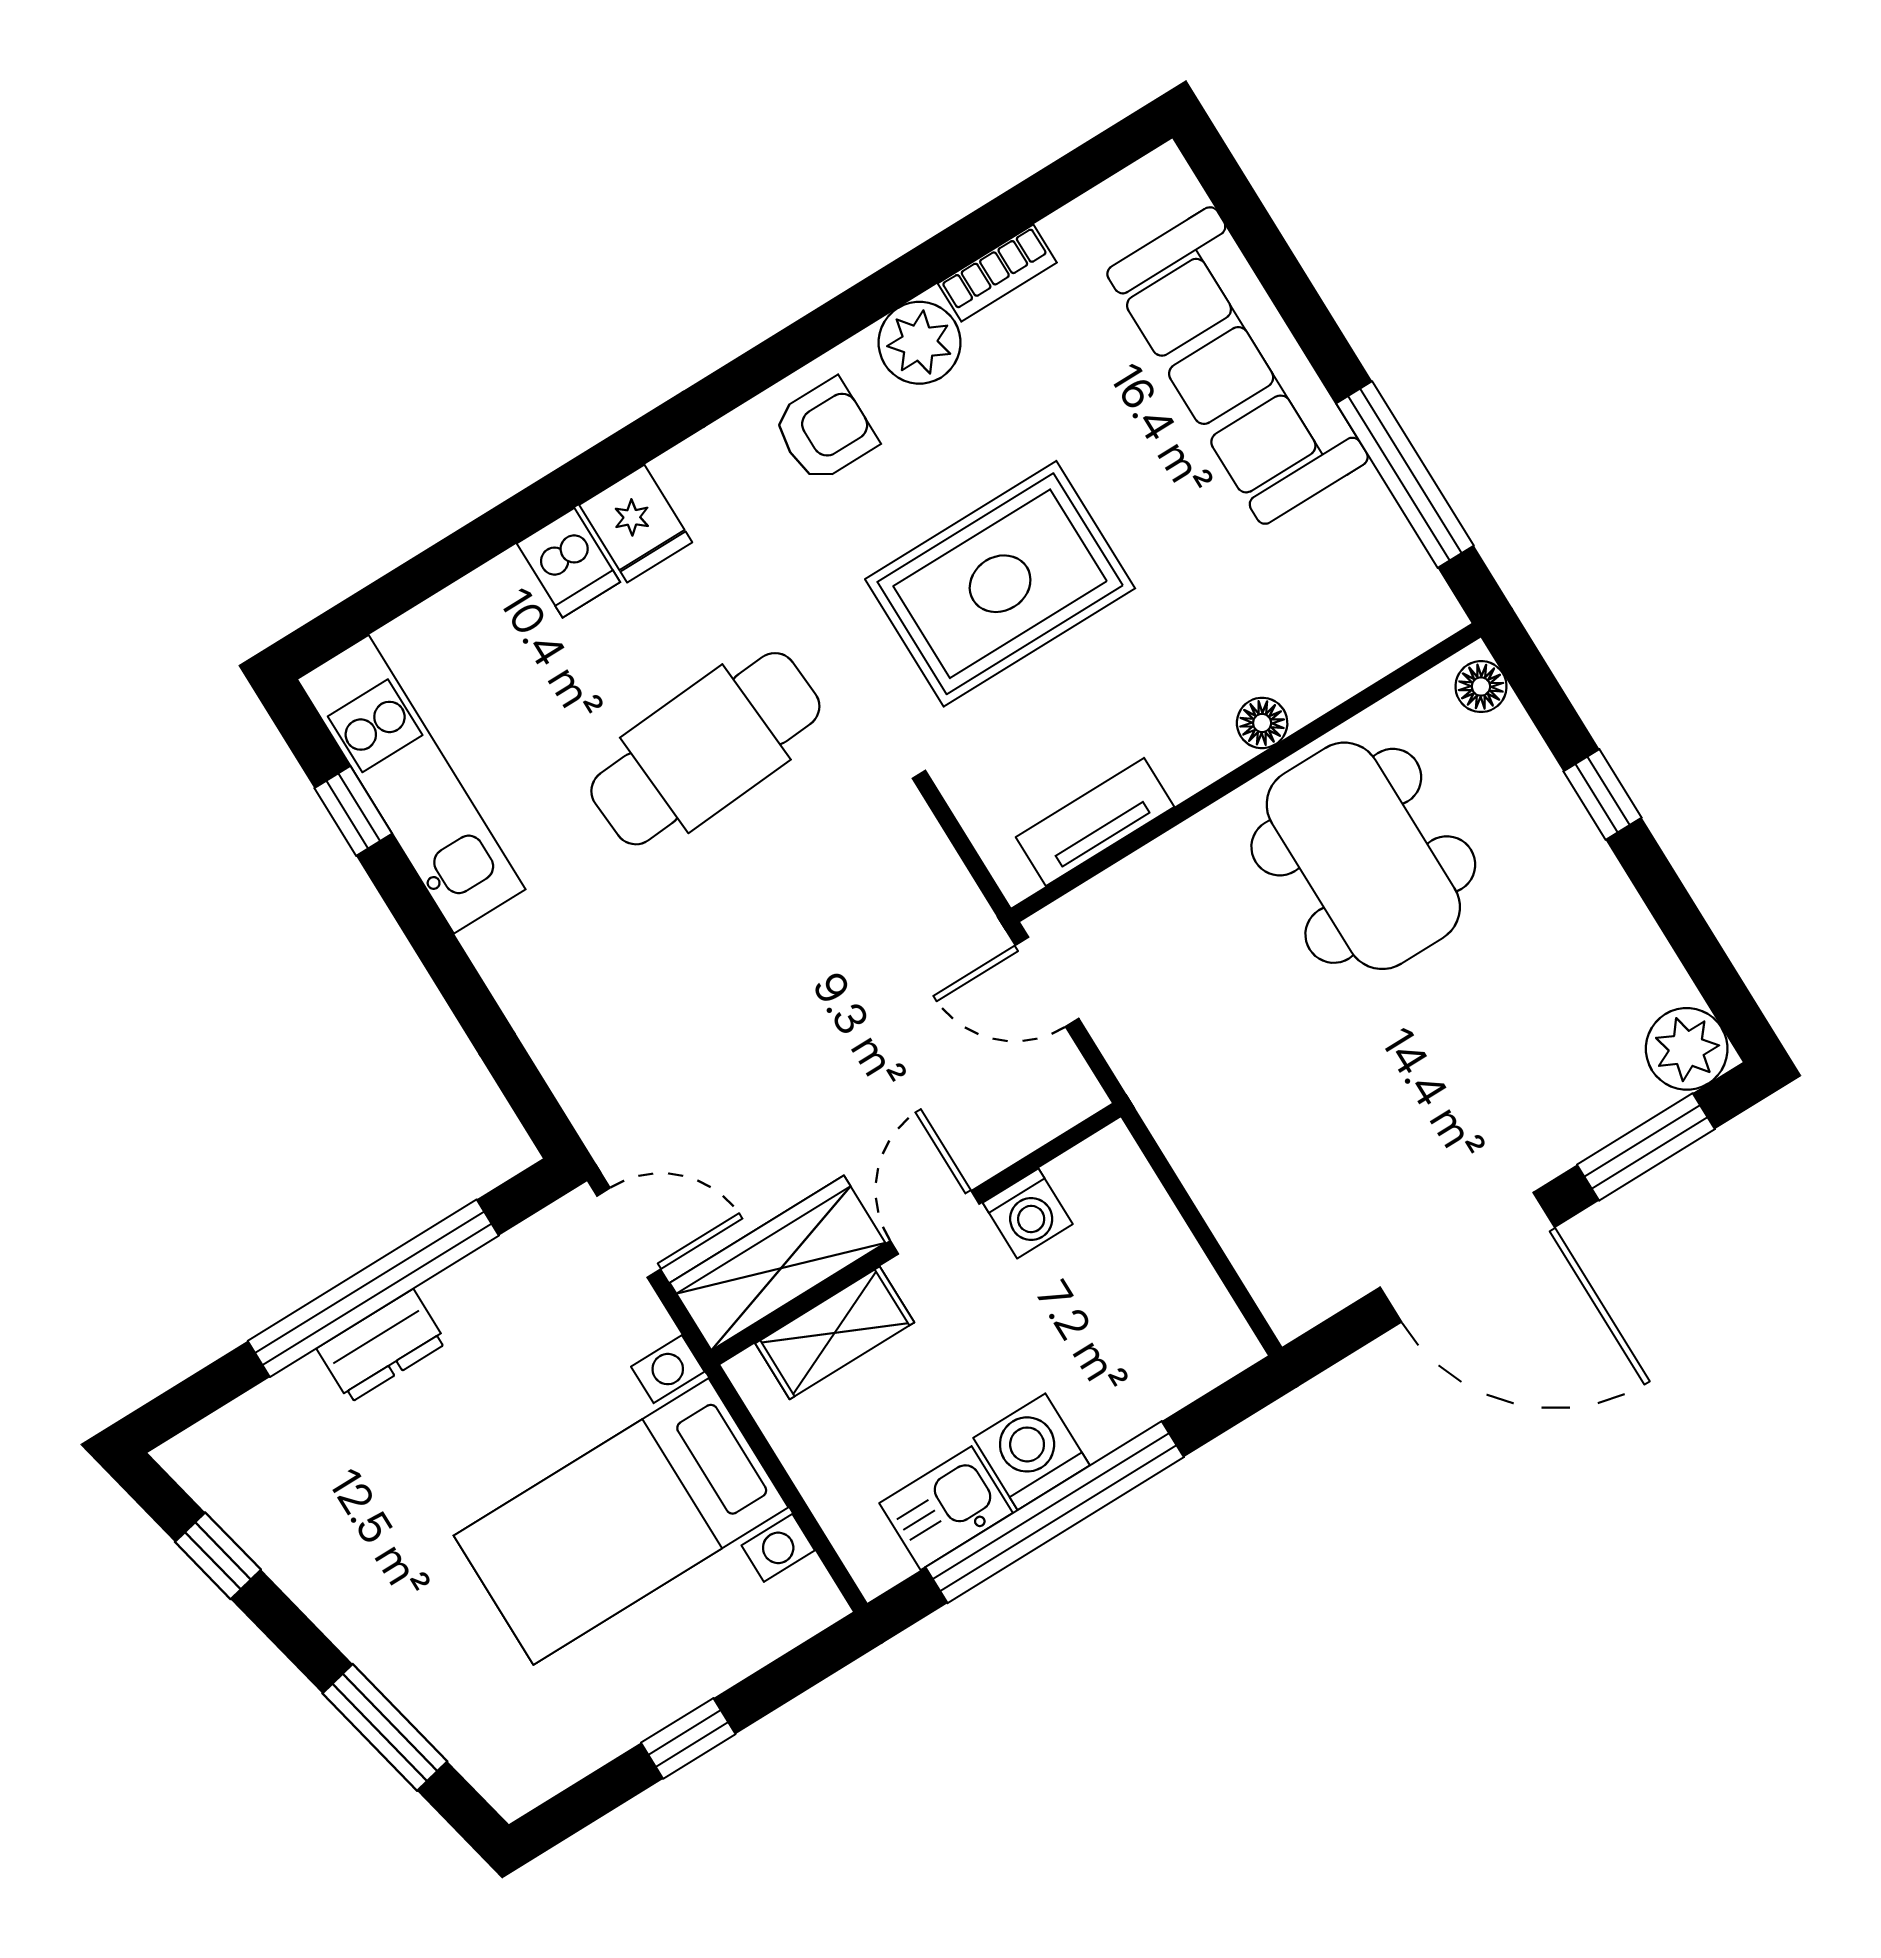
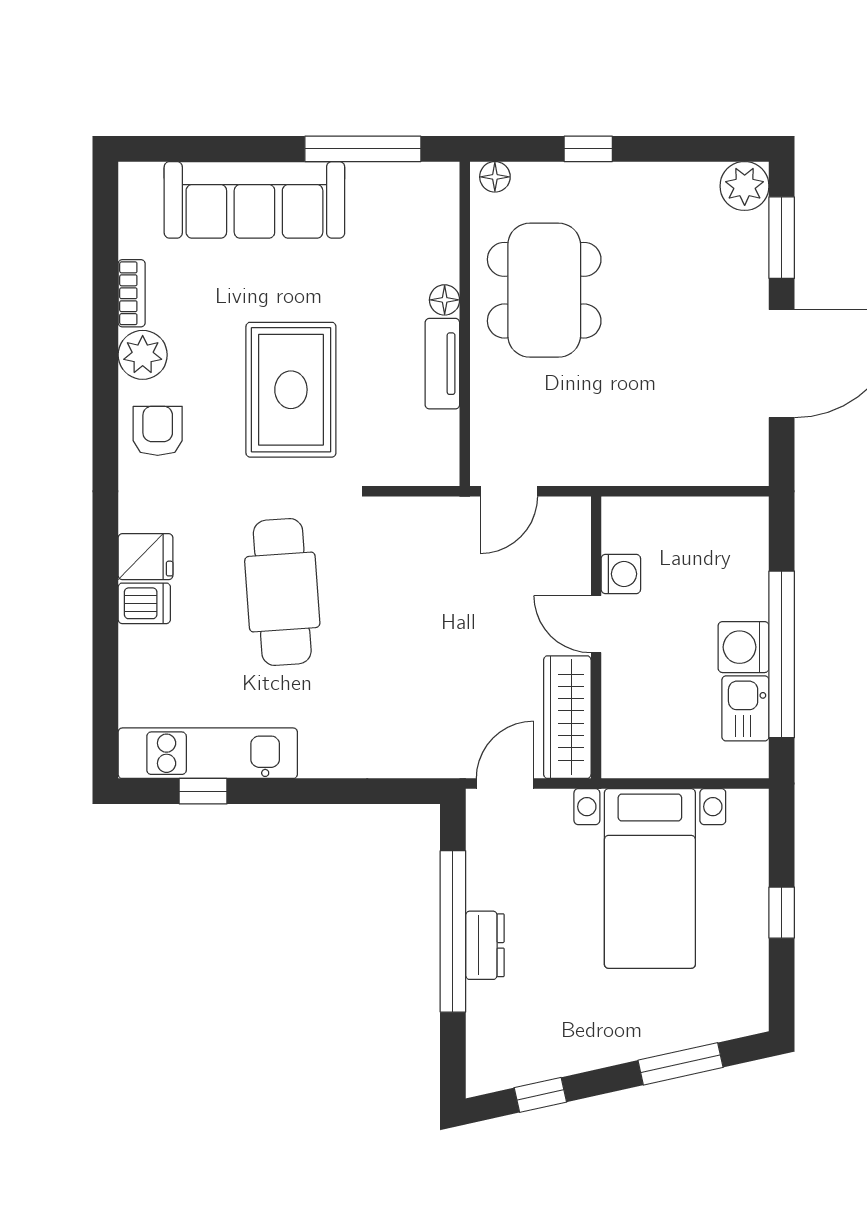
tv unit: (1095, 822) -> (442, 364), moved
dining table: (1363, 856) -> (544, 290), turned 90
shelving: (835, 1333) -> (621, 710), removed

